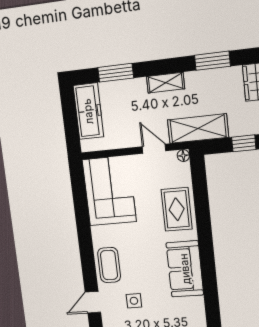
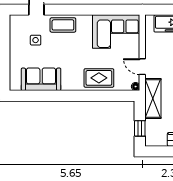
door: (154, 149) -> (142, 67), swing flipped
sofa: (185, 269) -> (41, 79), moved

